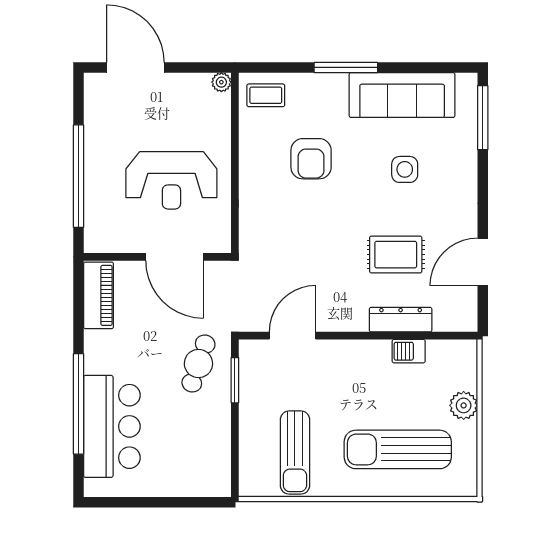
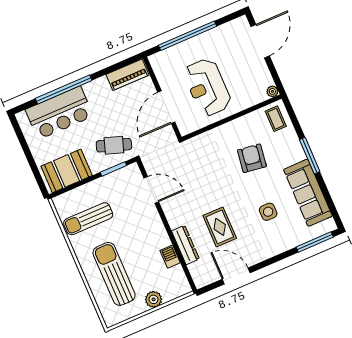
armchair: (311, 159) -> (252, 158), turned 98
booth: (206, 454) -> (67, 171), added

